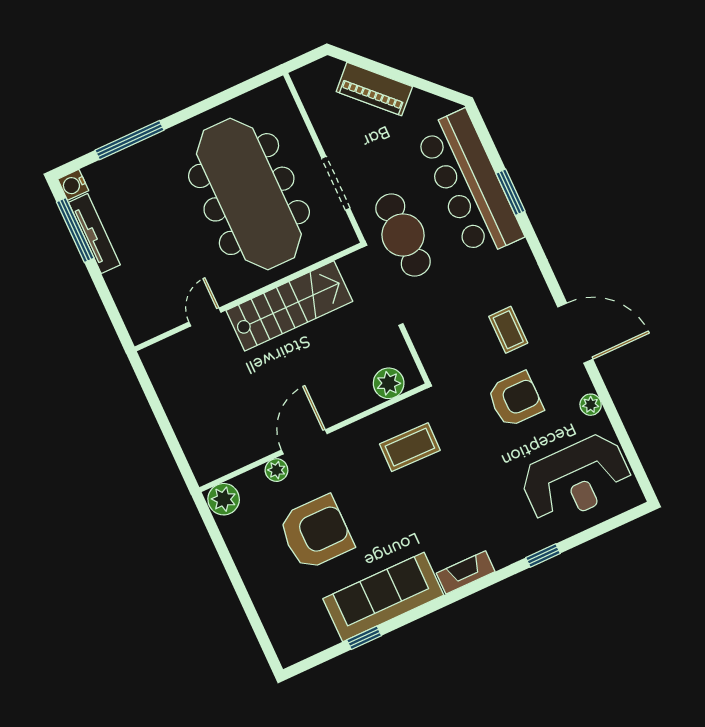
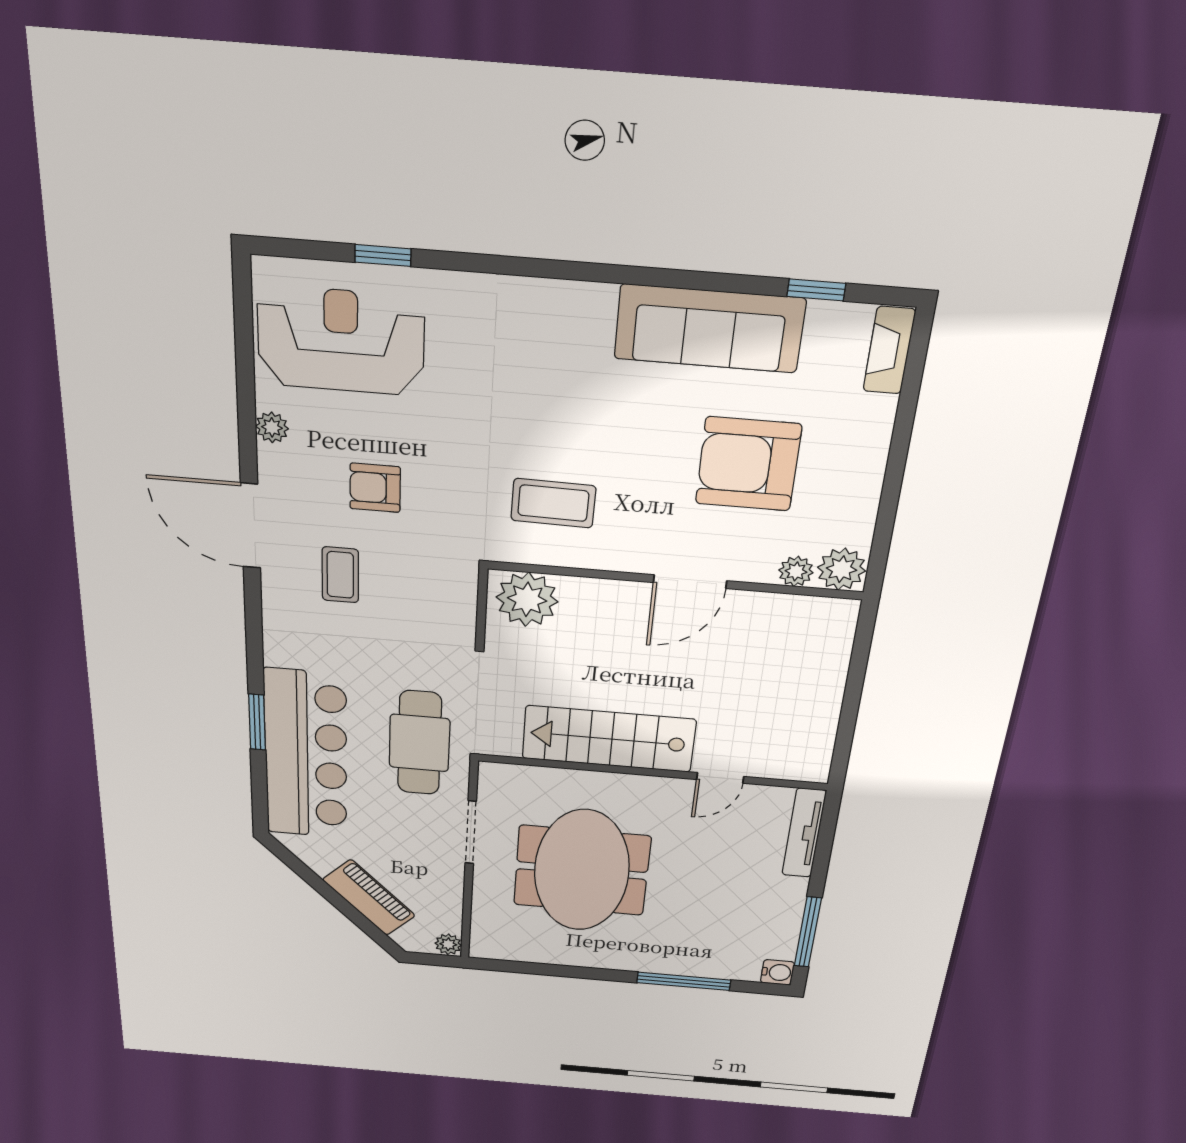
plant: (302, 79) -> (448, 944), added
meeting table: (249, 194) -> (582, 871), width x0.73
tv unit: (94, 234) -> (804, 833), moved
plant: (389, 383) -> (527, 599), width x1.36, depth x1.36
armchair: (515, 399) -> (375, 488), width x0.72, depth x0.72
plant: (276, 470) -> (796, 571), moved
window: (543, 555) -> (383, 255), moved
fireplace: (466, 572) -> (889, 350), moved, turned 90
window: (364, 638) -> (816, 290), moved

